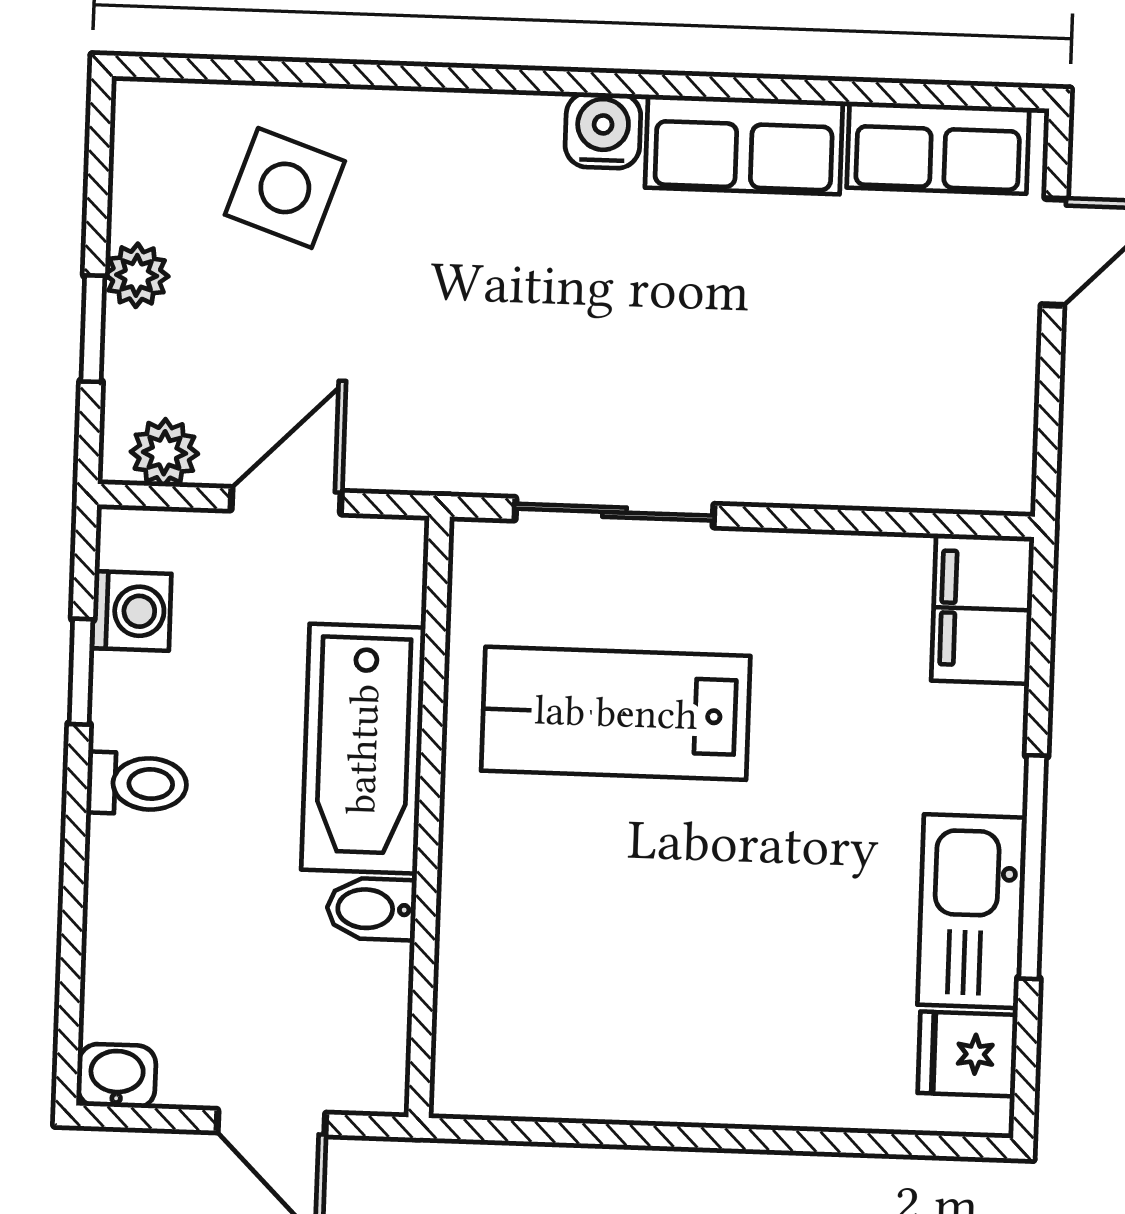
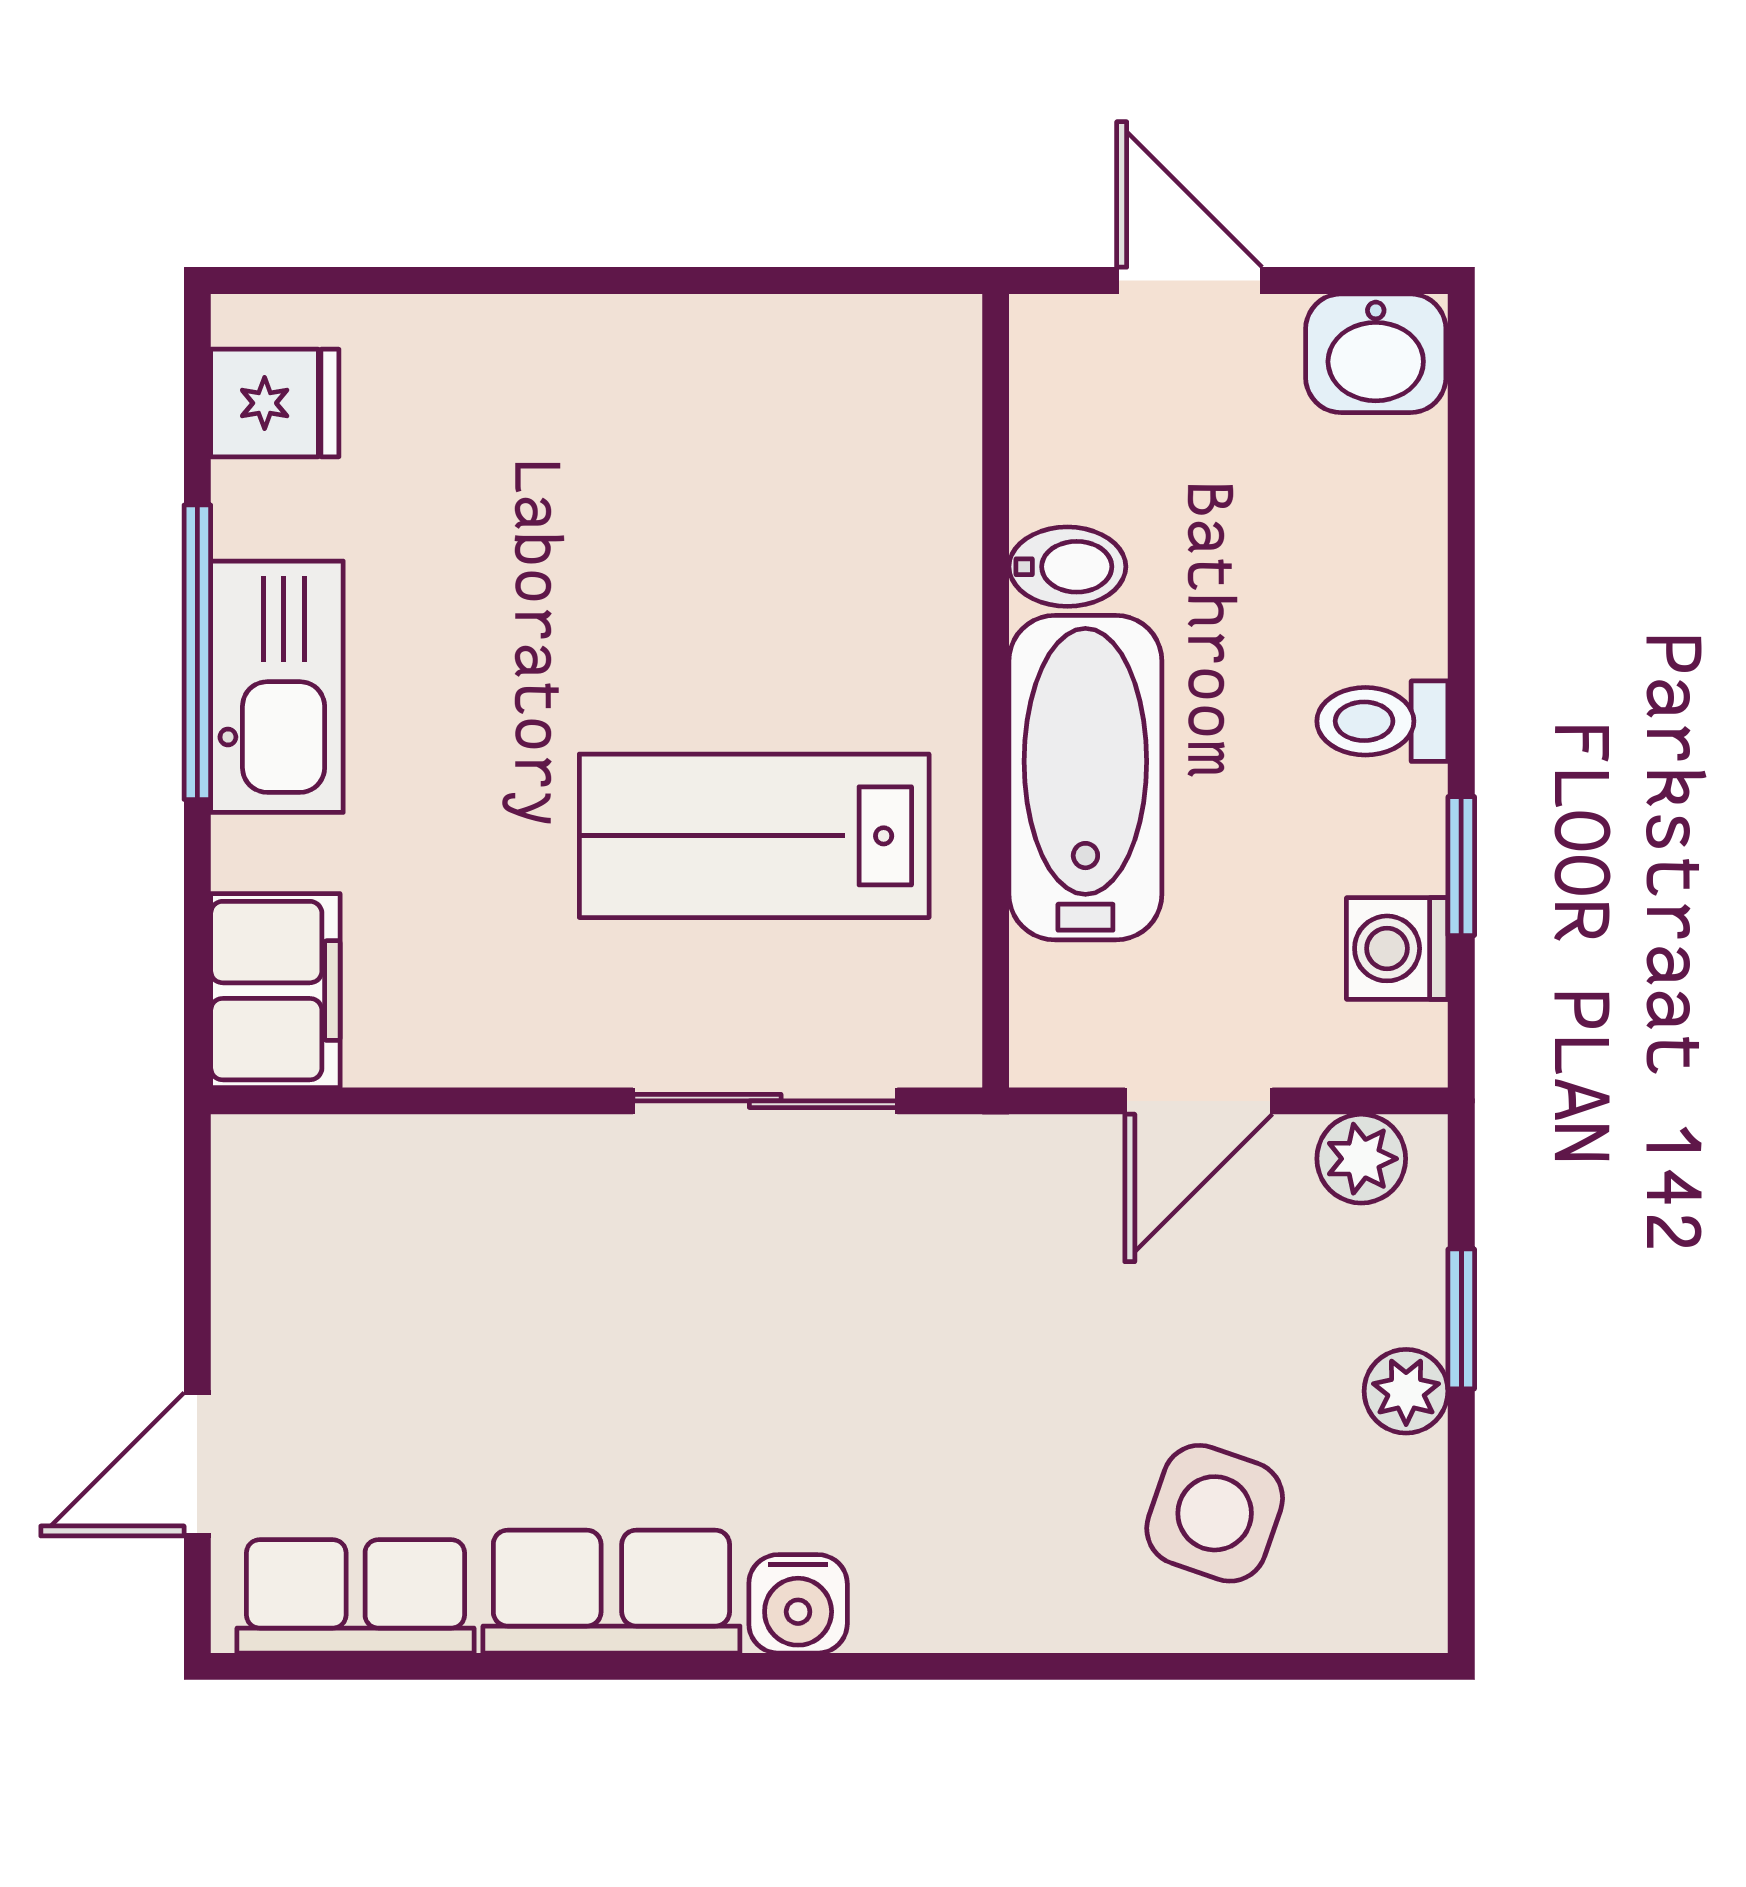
lab bench: (616, 713) -> (754, 836), turned 180
kitchen sink: (971, 911) -> (277, 687), moved
washbasin: (117, 1076) -> (1376, 353), width x1.38, depth x1.45

